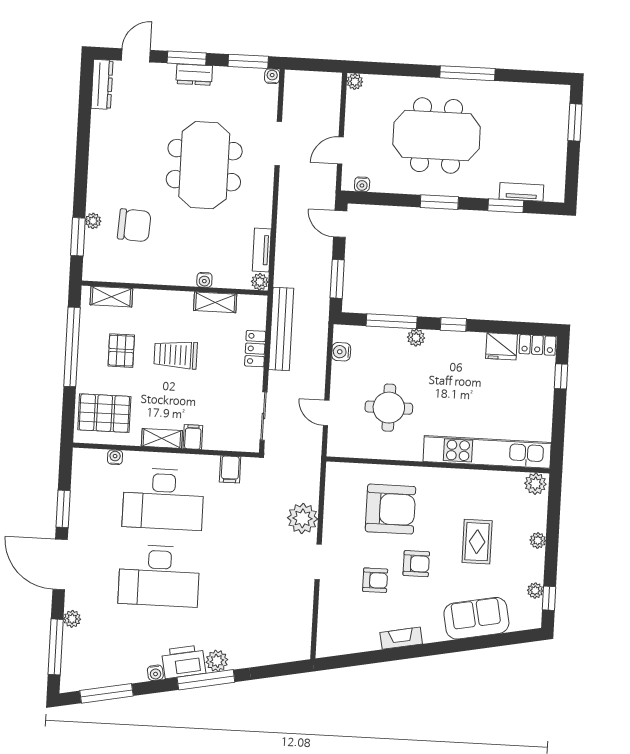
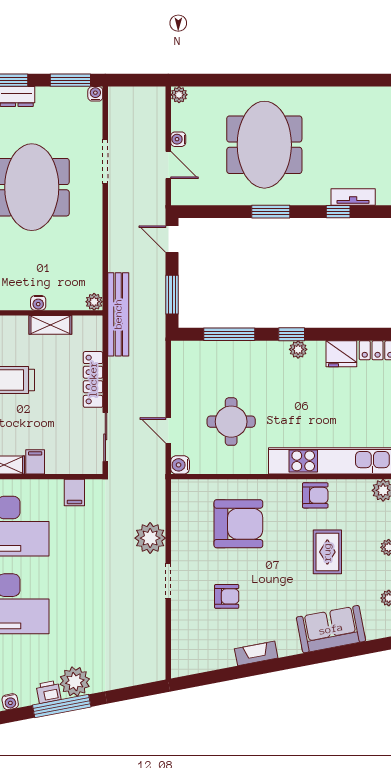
window: (467, 73) -> (292, 80), removed
meeting table: (437, 136) -> (264, 145), turned 90
door: (340, 151) -> (168, 165), swing flipped
water cooler: (362, 184) -> (178, 139), moved, turned 90
window: (506, 206) -> (338, 212), width x0.67
tv unit: (262, 250) -> (94, 270), removed
bench: (281, 329) -> (118, 314), moved
plant: (416, 338) -> (298, 349), moved
locker: (255, 349) -> (93, 379), width x1.53
water cooler: (341, 352) -> (180, 465), moved
armchair: (416, 564) -> (315, 495), moved
plant: (217, 661) -> (75, 682), width x1.36, depth x1.36
printer: (184, 662) -> (48, 692), width x0.53, depth x0.68

